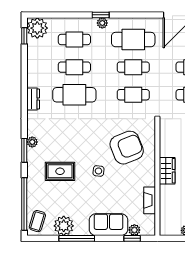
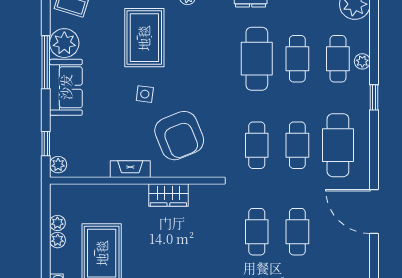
plant: (102, 23) -> (362, 61), moved
rug: (60, 171) -> (144, 38), width x1.36, depth x1.43
wardrobe: (167, 171) -> (168, 195), moved
fireplace: (150, 200) -> (130, 169), moved
sofa: (108, 225) -> (66, 87), moved
plant: (134, 230) -> (58, 165), moved

